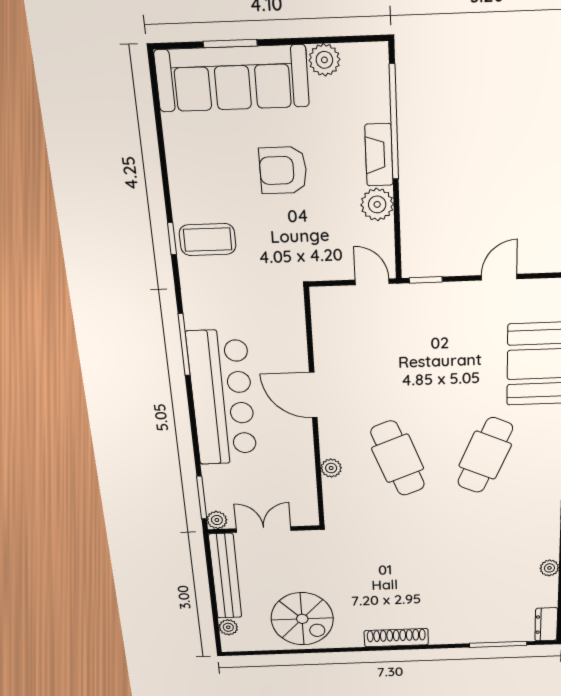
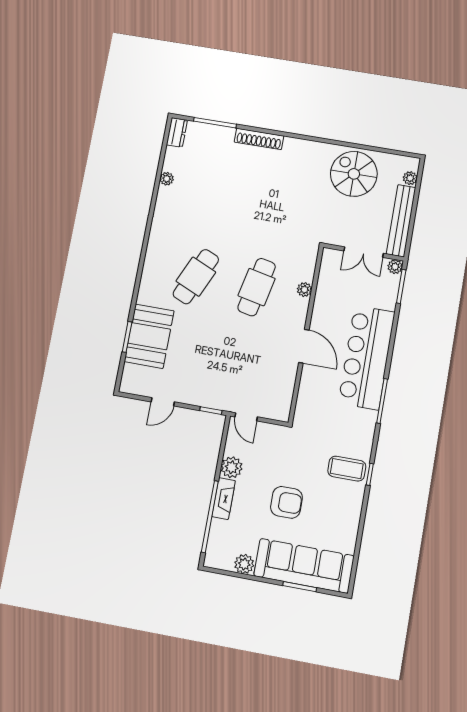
cafe table: (398, 458) -> (257, 287), turned 33
shoe rack: (396, 638) -> (259, 139), moved

